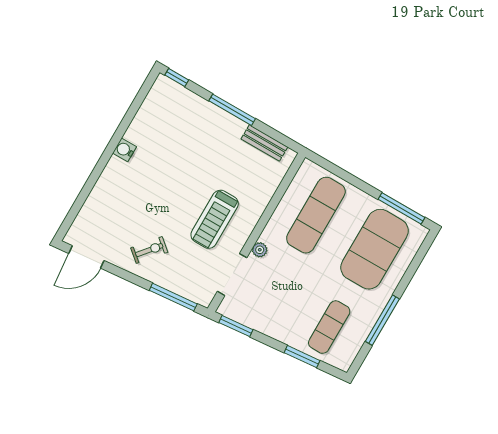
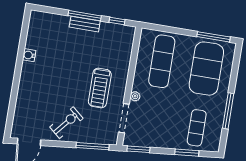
window: (177, 78) -> (117, 21), moved
bench: (264, 143) -> (85, 24), moved
water cooler: (124, 150) -> (29, 55), moved
exercise bike: (149, 250) -> (66, 123), width x1.38, depth x1.39

